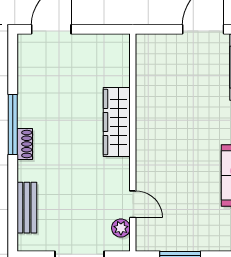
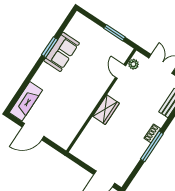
wardrobe: (117, 122) -> (106, 110), width x0.67

